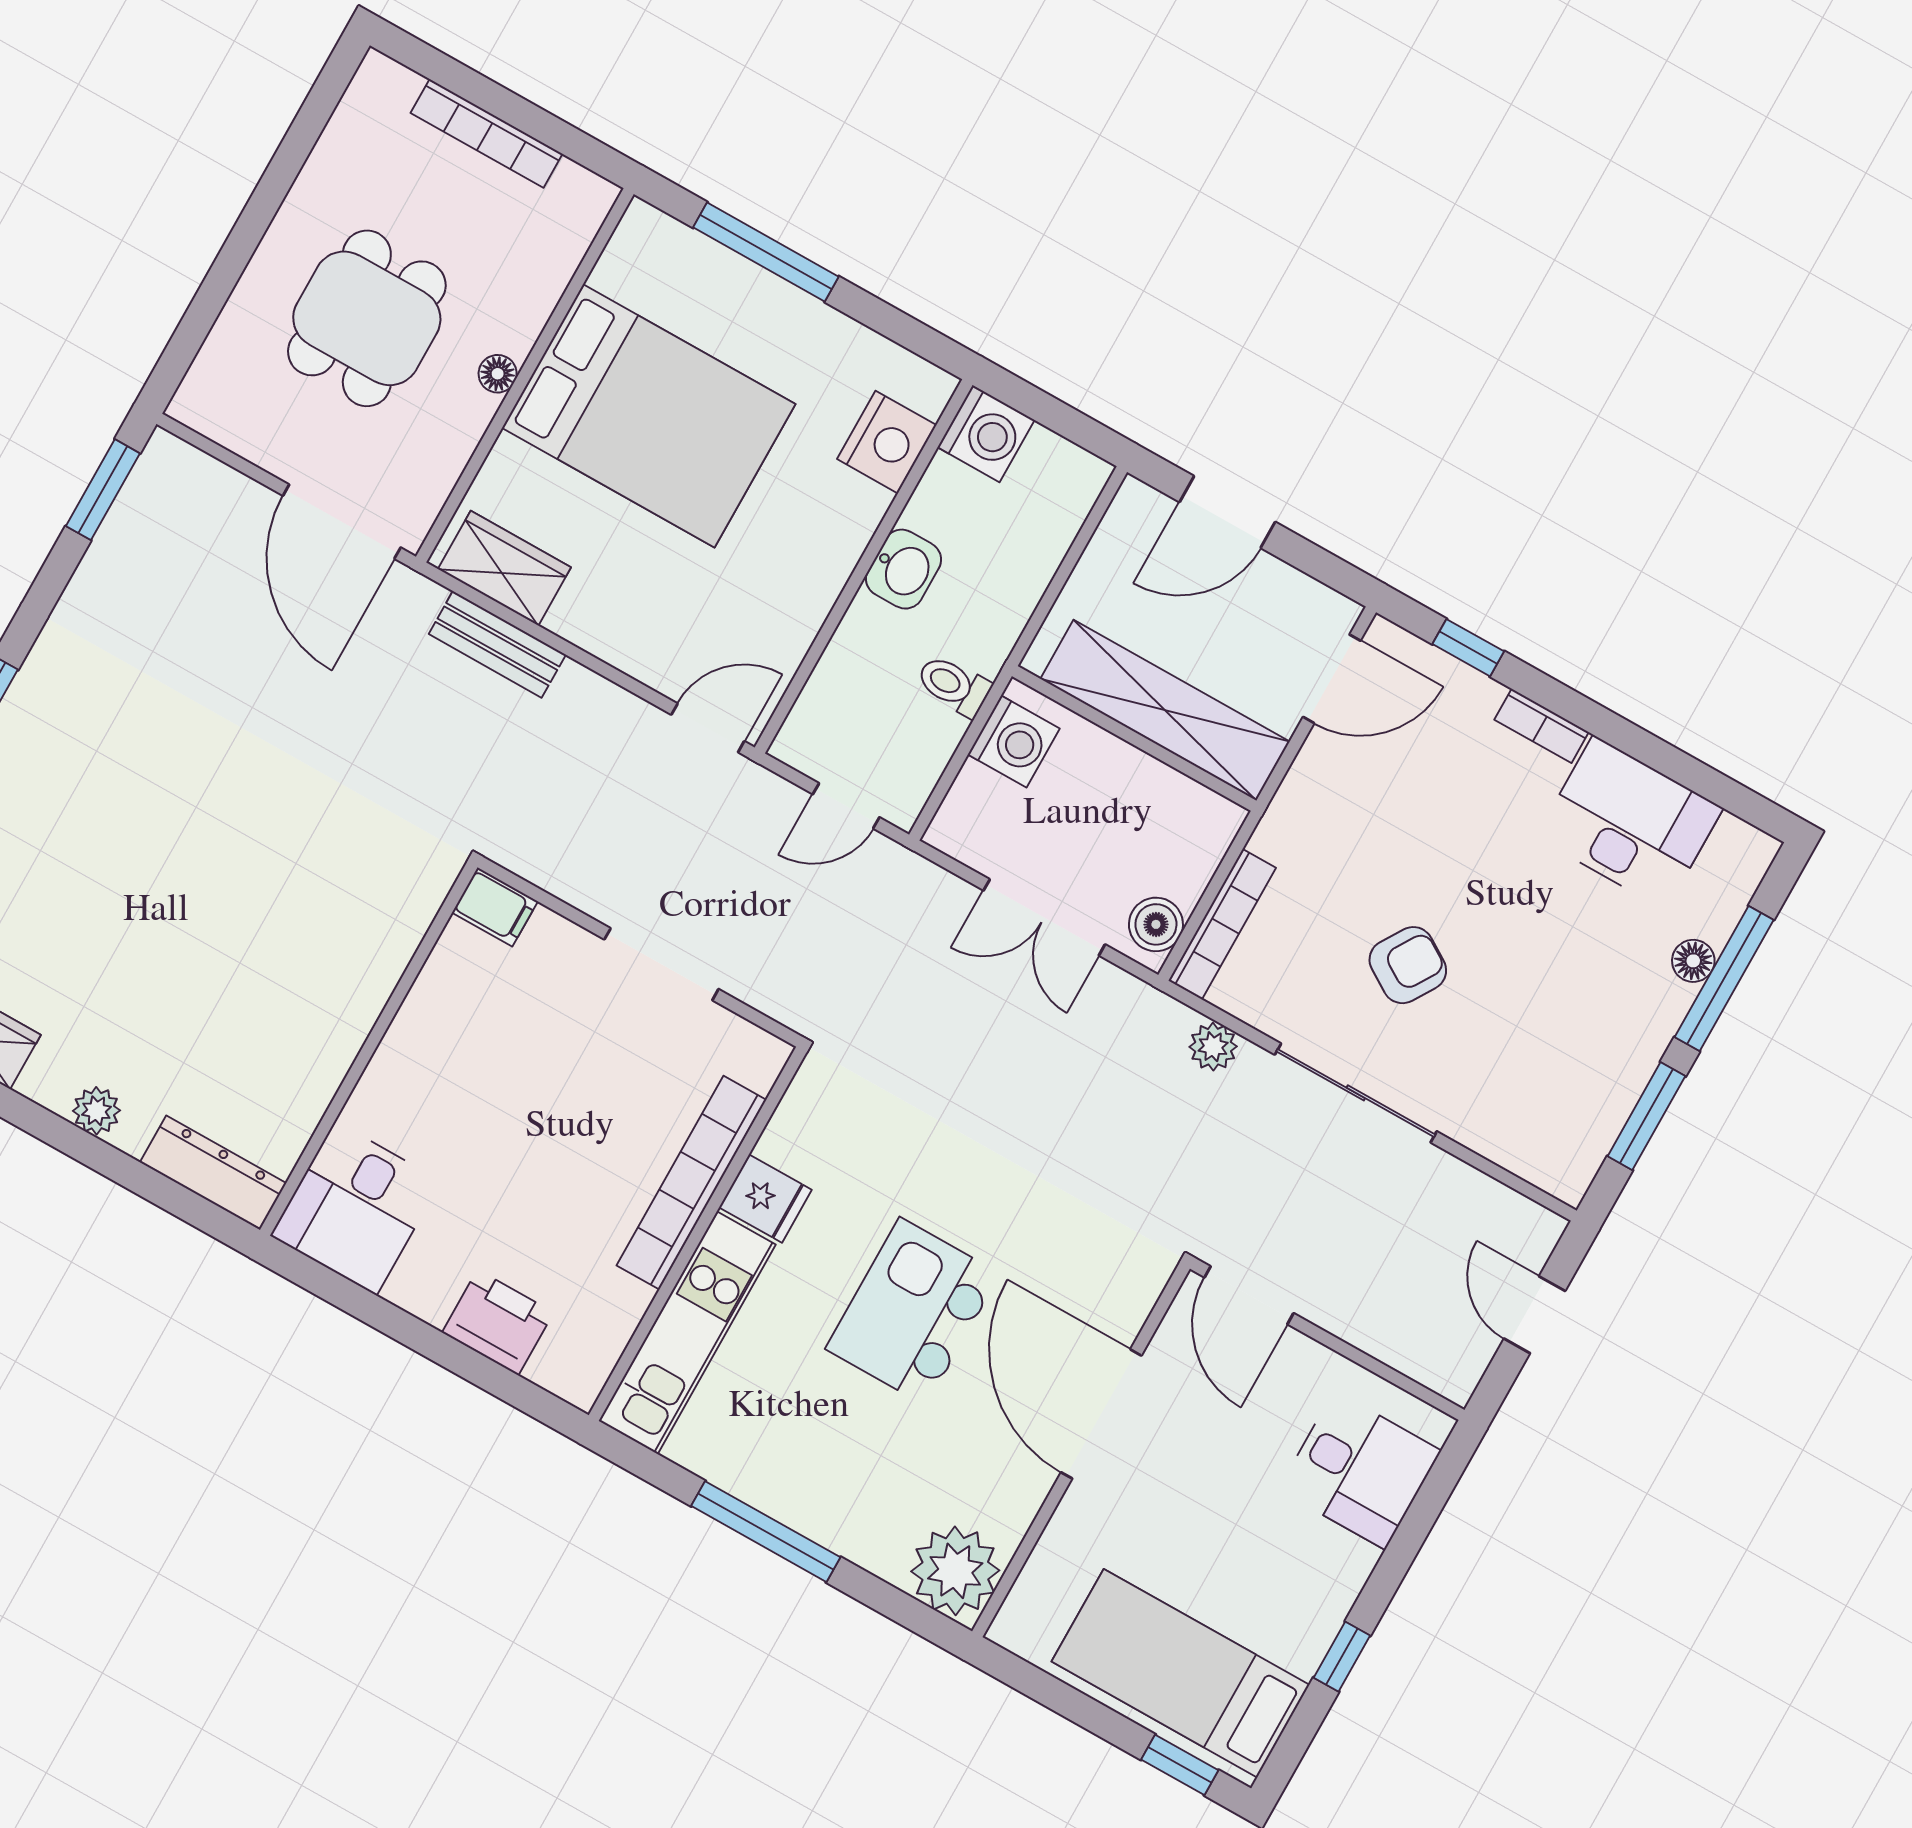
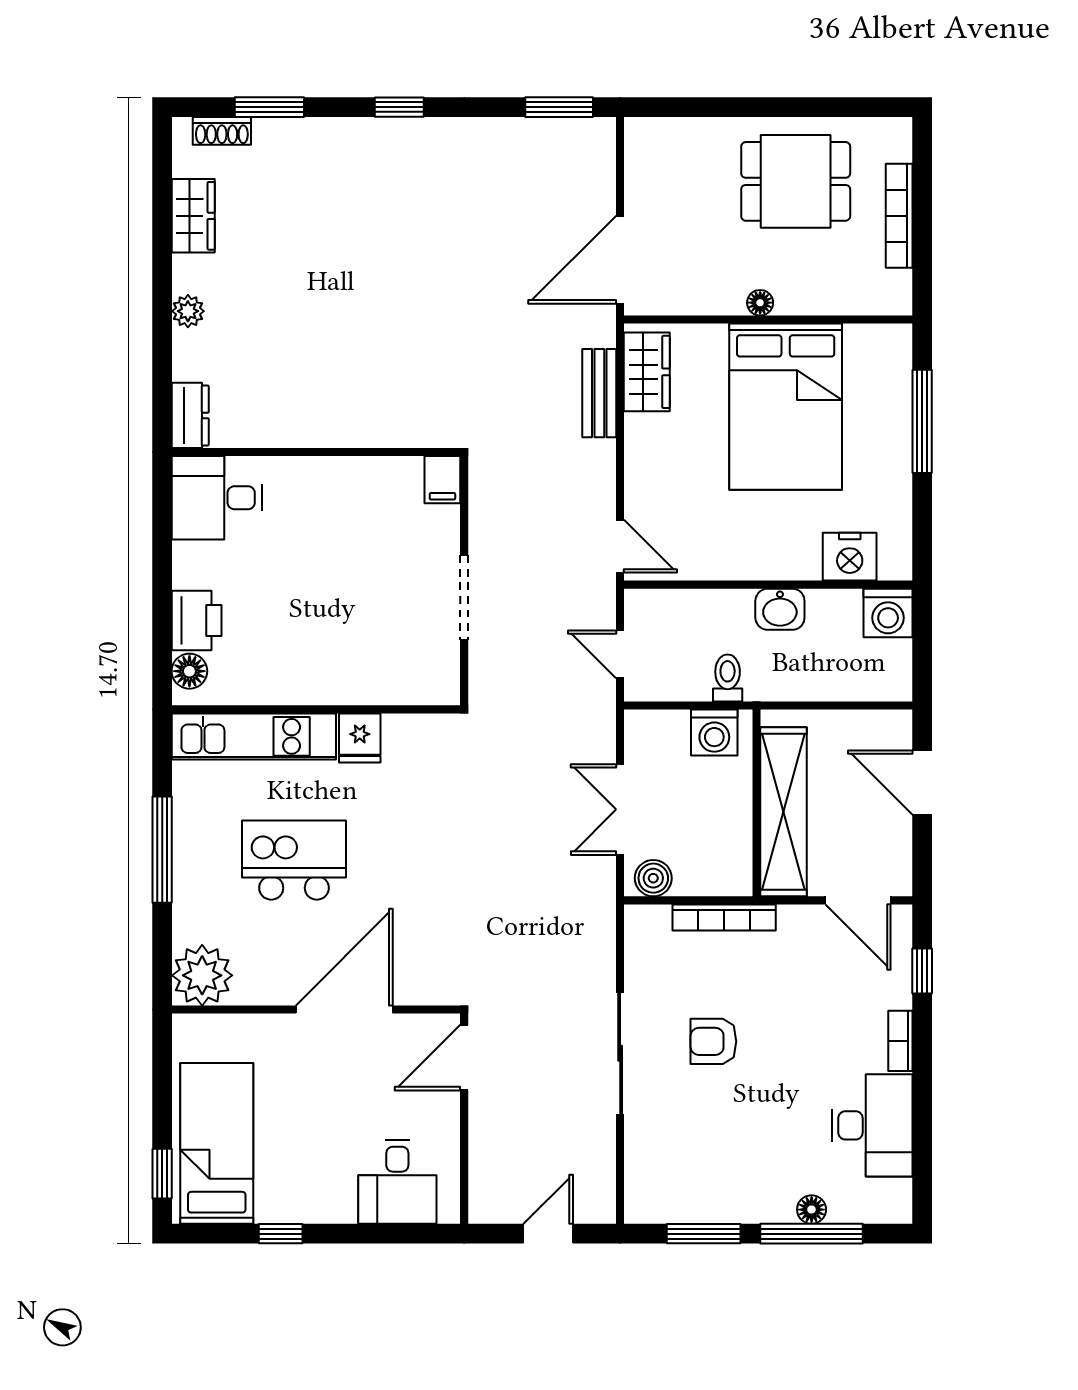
dining table: (367, 318) -> (796, 181), moved
bookcase: (1222, 924) -> (724, 917), moved
armchair: (1408, 965) -> (713, 1041), turned 148
plant: (1213, 1047) -> (600, 953), removed
dresser: (213, 1173) -> (190, 415), width x0.70
bookcase: (691, 1183) -> (344, 689), removed
kitchen island: (913, 1311) -> (294, 860), moved
floor lamp: (558, 1368) -> (189, 671), added

